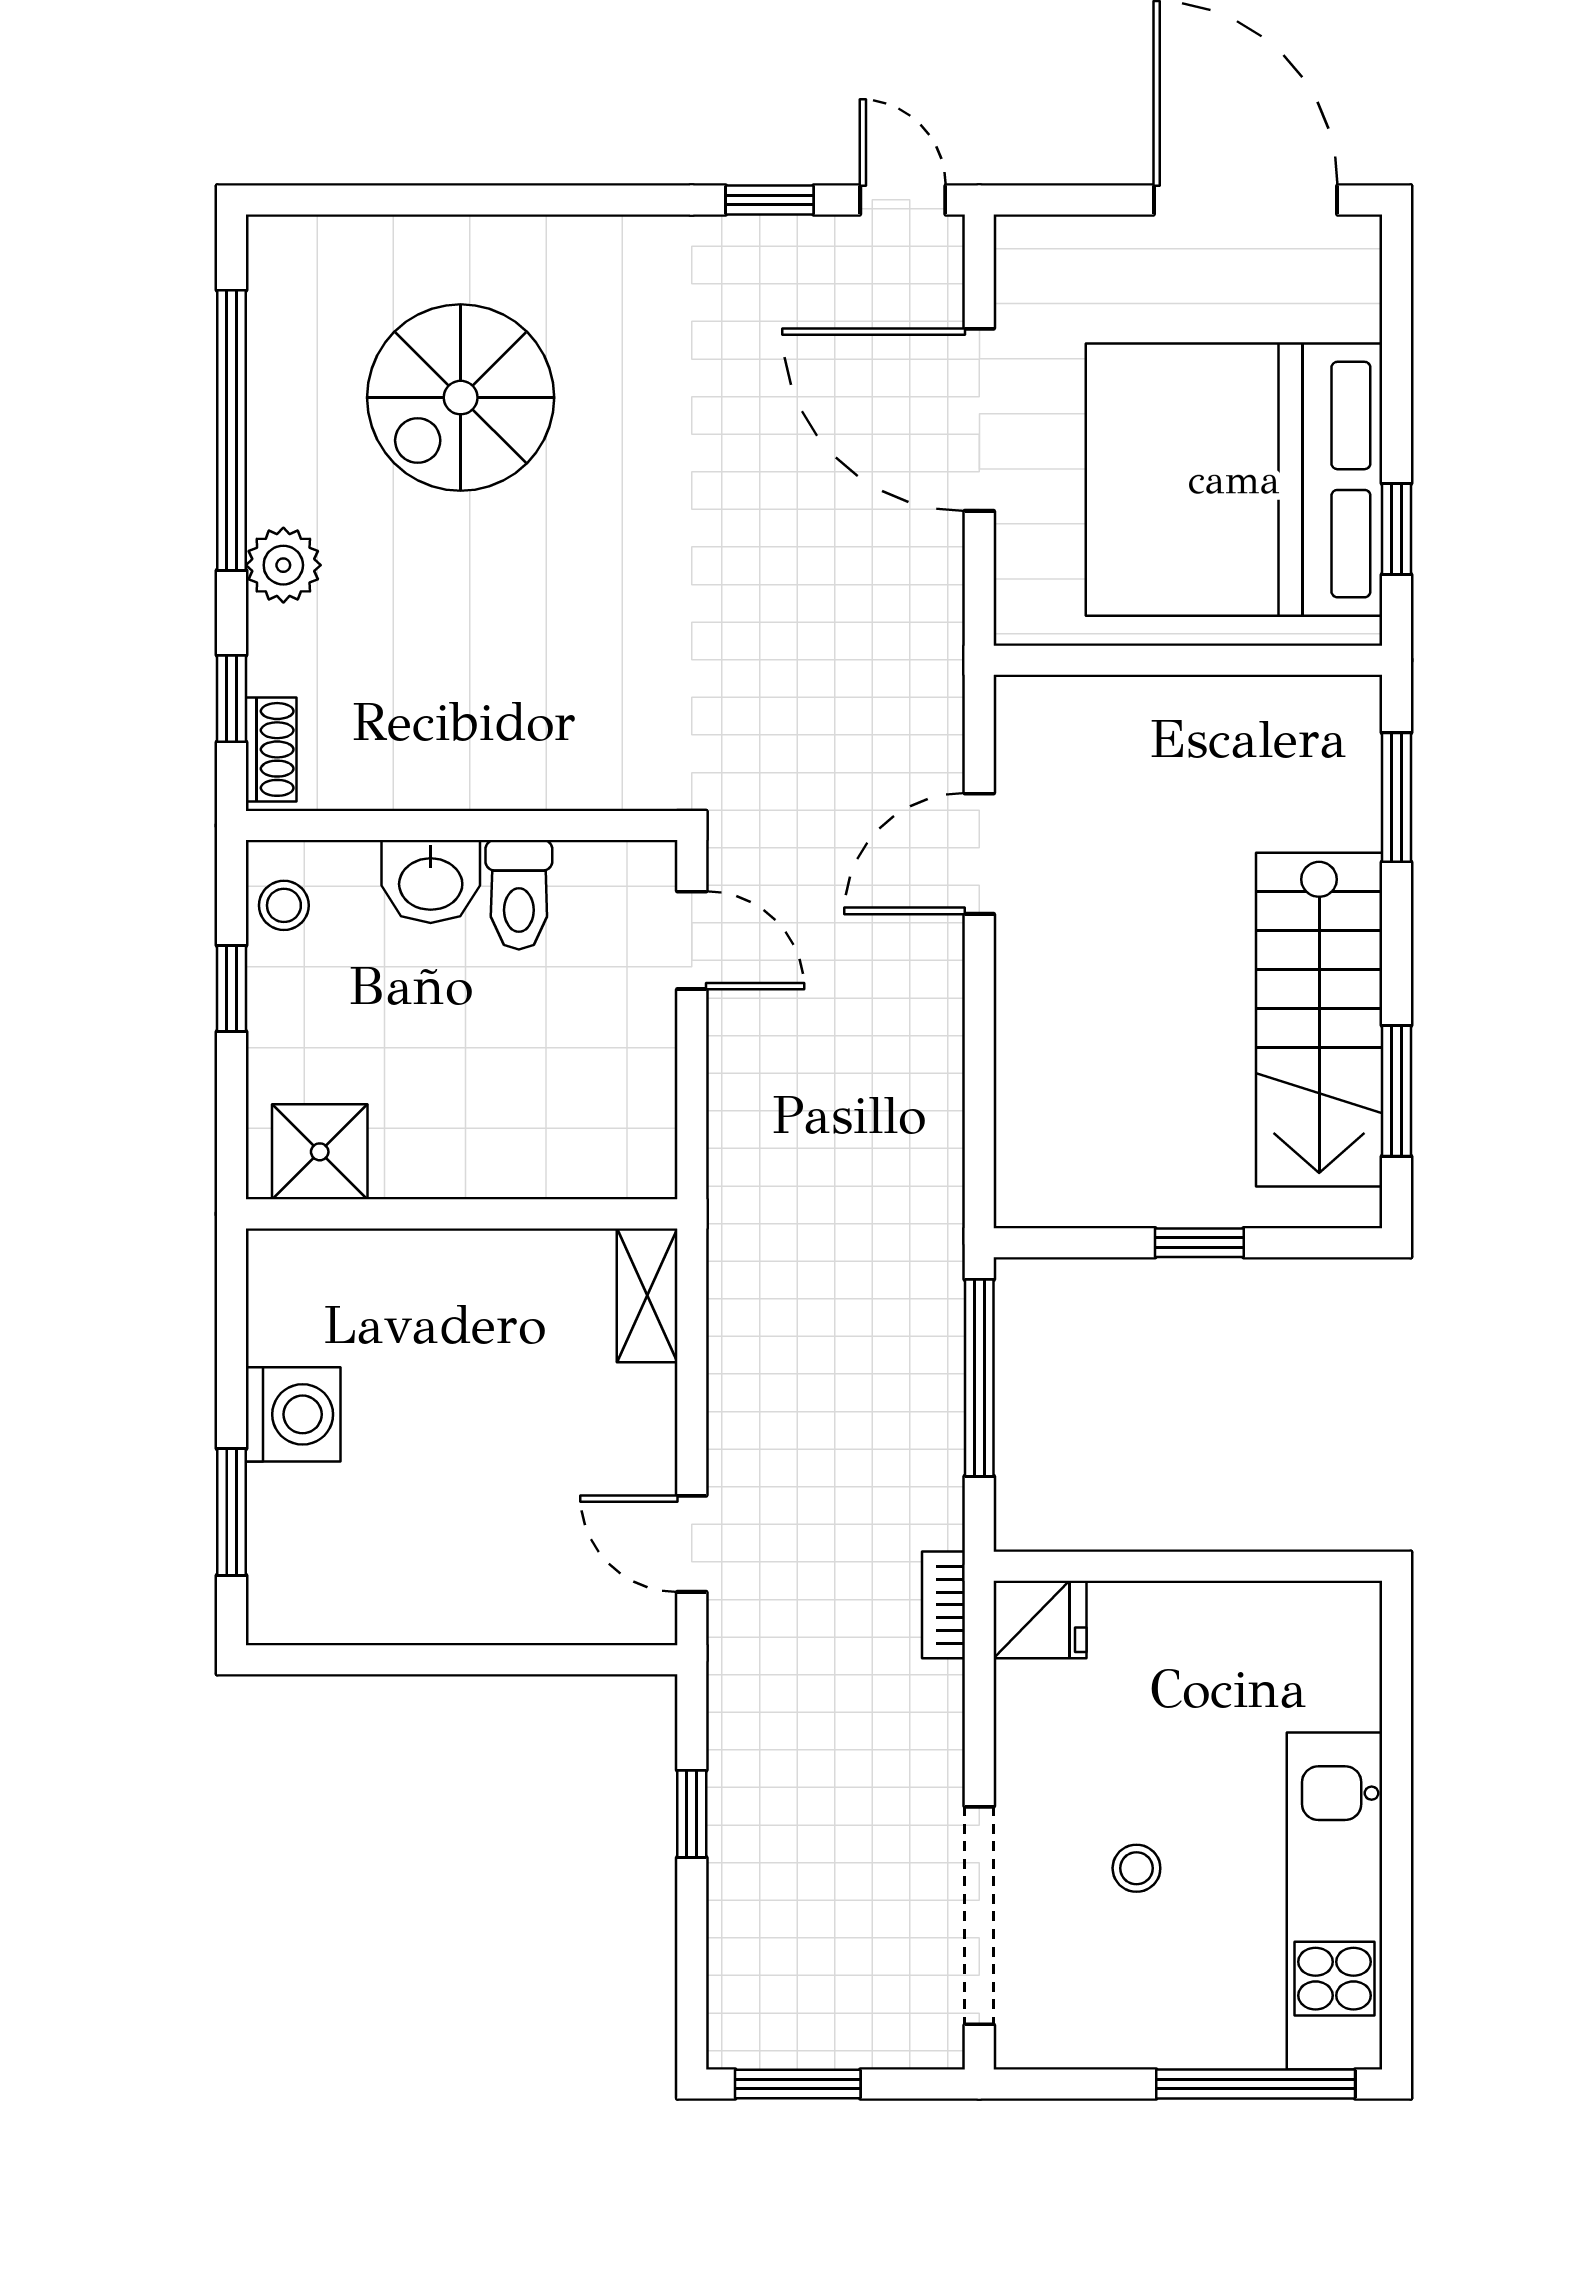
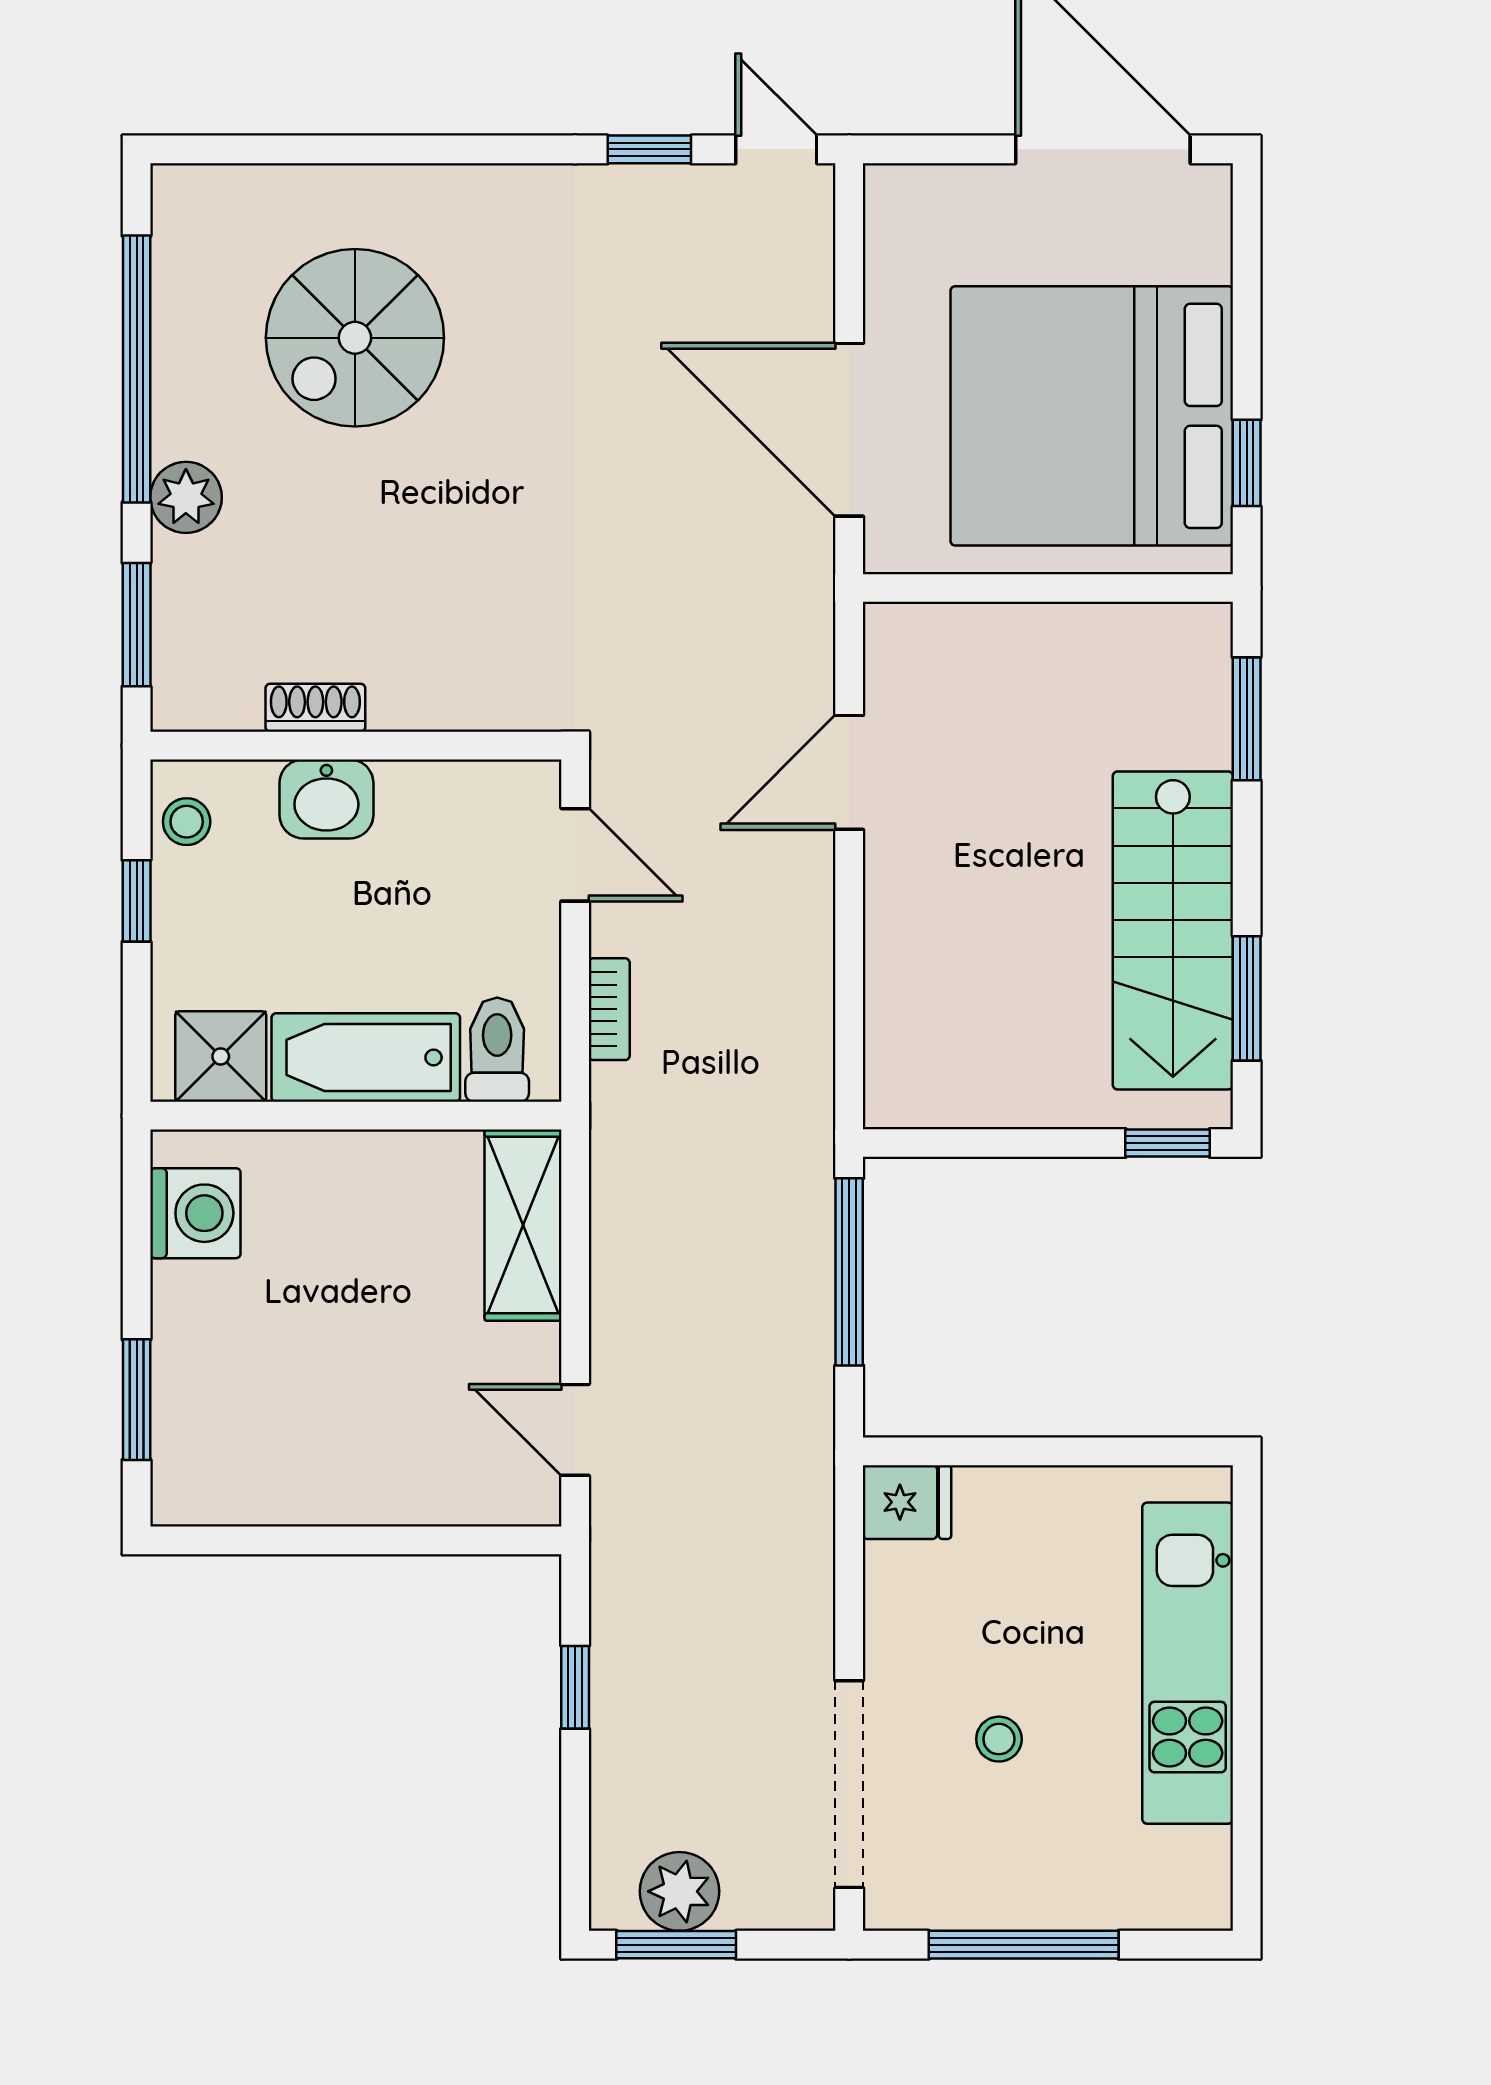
door: (979, 420) -> (849, 430), moved
window: (231, 699) -> (137, 625), width x1.50
shoe rack: (271, 749) -> (315, 708), moved, turned -90
toilet: (519, 895) -> (497, 1050), moved, turned 180
bathtub: (472, 1153) -> (366, 1057), added
window: (1199, 1243) -> (1168, 1143), moved
shelving: (647, 1295) -> (523, 1225), width x1.50, depth x1.33
washing machine: (293, 1414) -> (195, 1213), moved
bookcase: (943, 1605) -> (609, 1009), moved, turned 180
kitchen unit: (1335, 1901) -> (1188, 1663), moved
plant: (801, 2028) -> (679, 1891), added
window: (1256, 2084) -> (1024, 1945), moved

